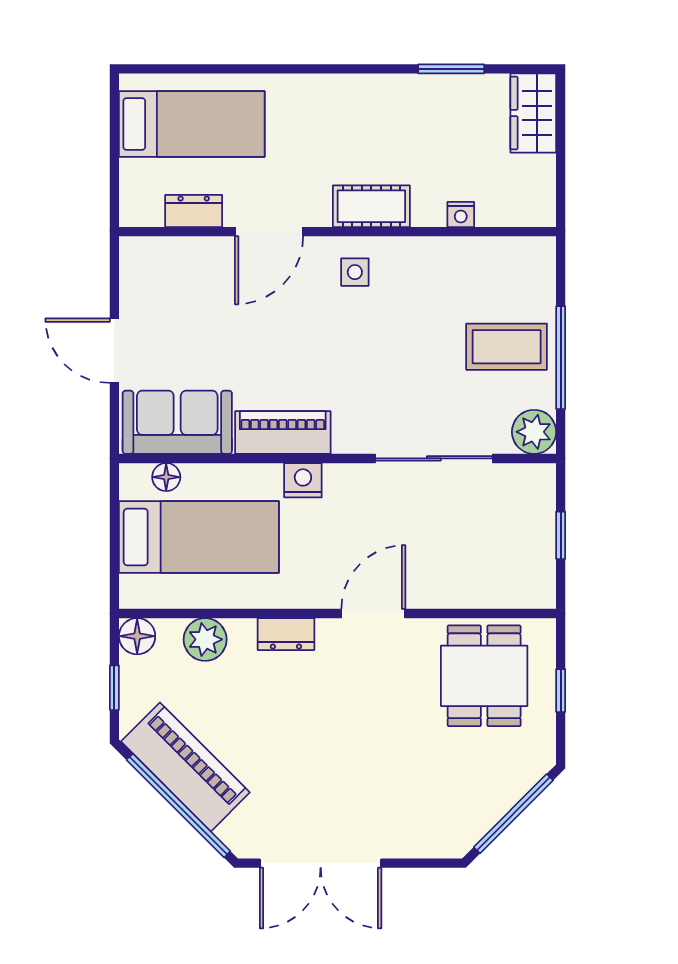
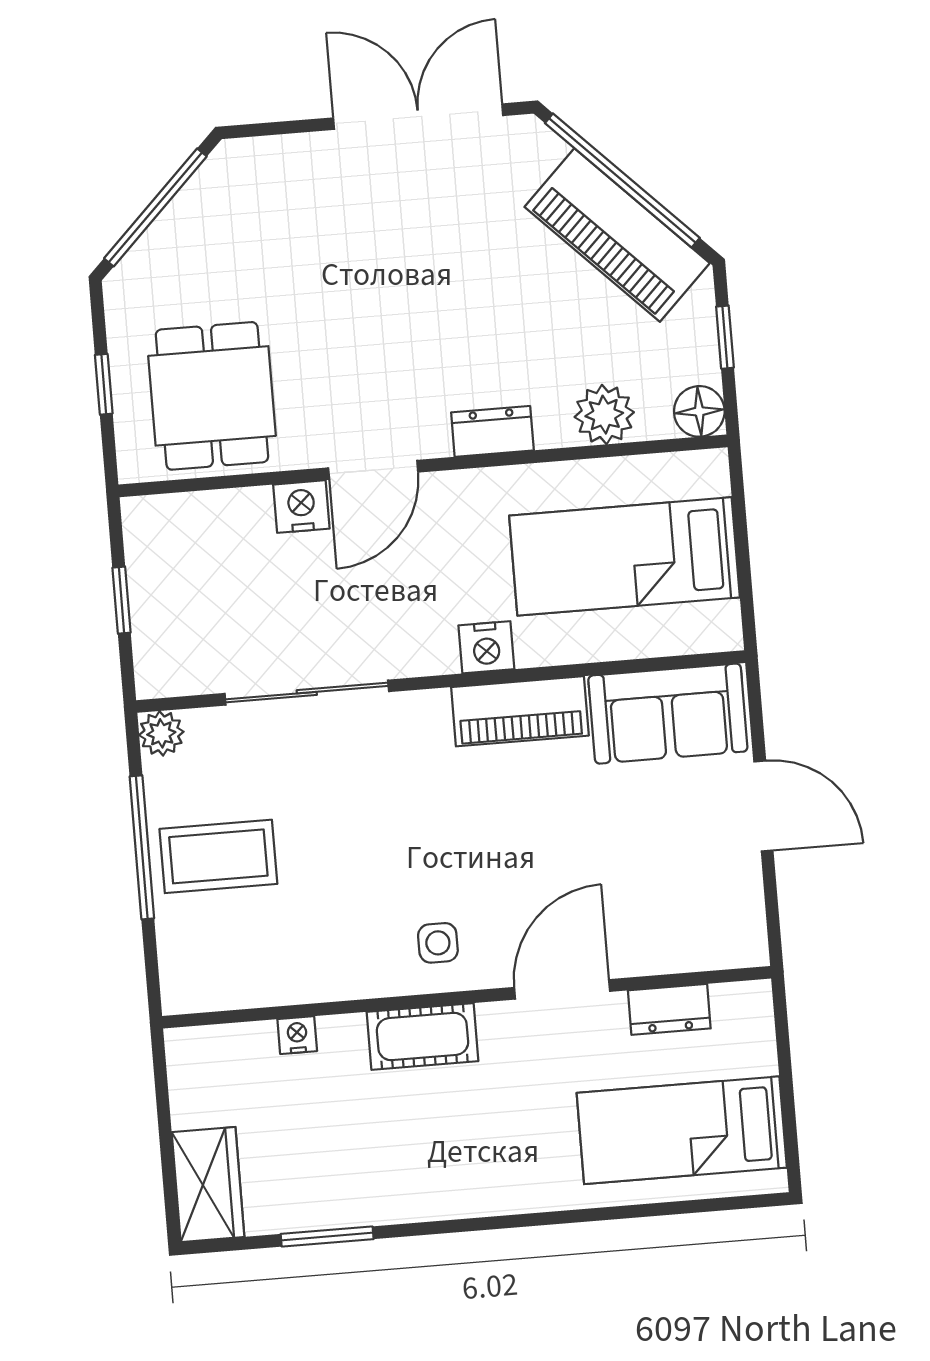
plant: (534, 432) -> (161, 733), width x0.73, depth x0.73
floor lamp: (166, 477) -> (677, 636), removed
nightstand: (427, 592) -> (301, 507), added

